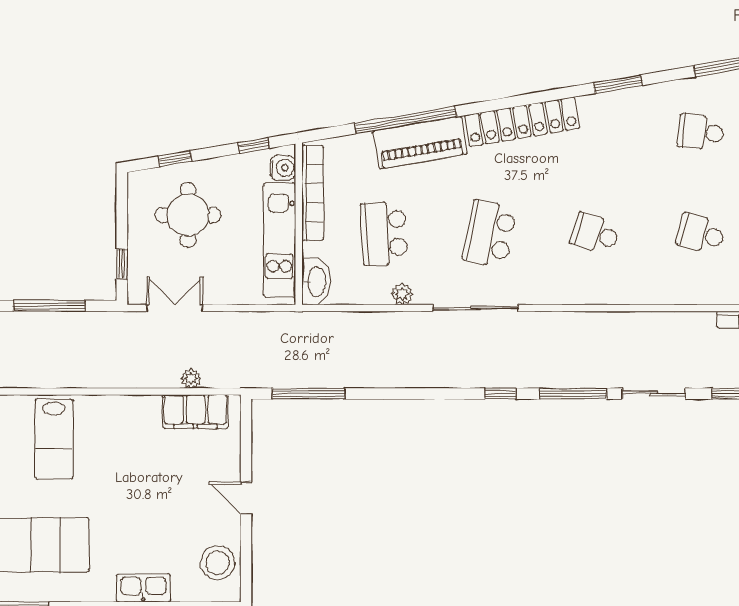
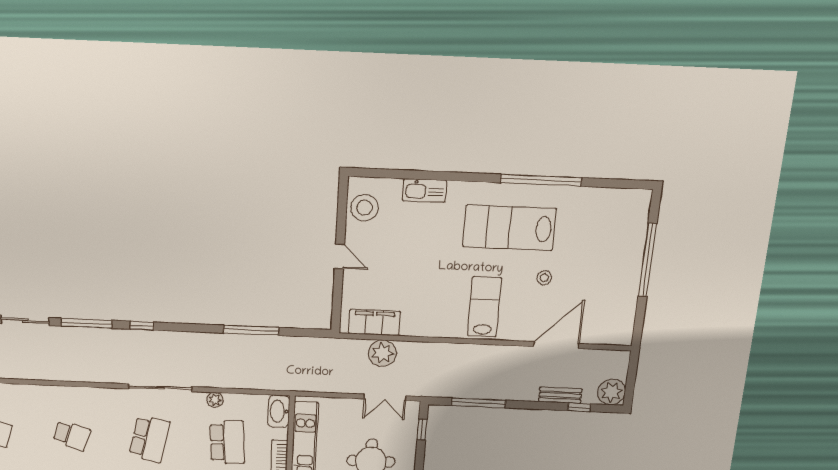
plant: (191, 379) -> (382, 353), width x1.88, depth x1.88
window: (309, 394) -> (251, 330), moved

